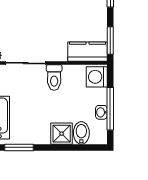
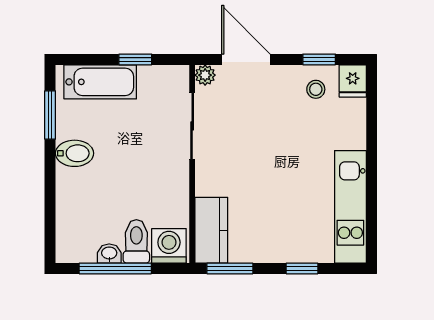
toilet: (54, 78) -> (136, 241), moved, turned 90
bidet: (81, 133) -> (75, 153), moved
shower: (62, 134) -> (73, 187), removed

